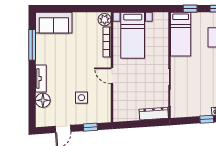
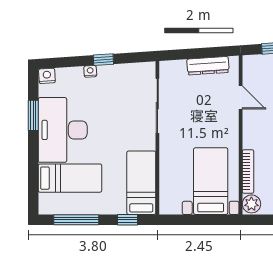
door: (112, 76) -> (241, 98), moved
dresser: (154, 114) -> (208, 66), moved

